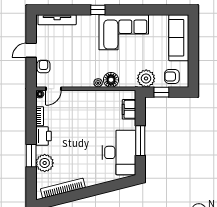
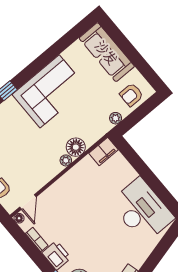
plant: (146, 78) -> (116, 118), width x0.53, depth x0.53
window: (161, 92) -> (134, 118), removed
filing cabinet: (129, 109) -> (103, 151), moved, turned -90
window: (140, 141) -> (153, 182), removed

